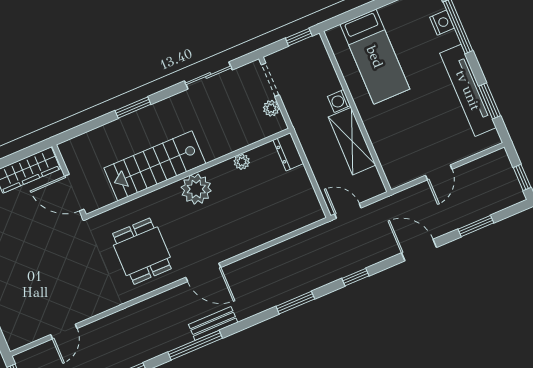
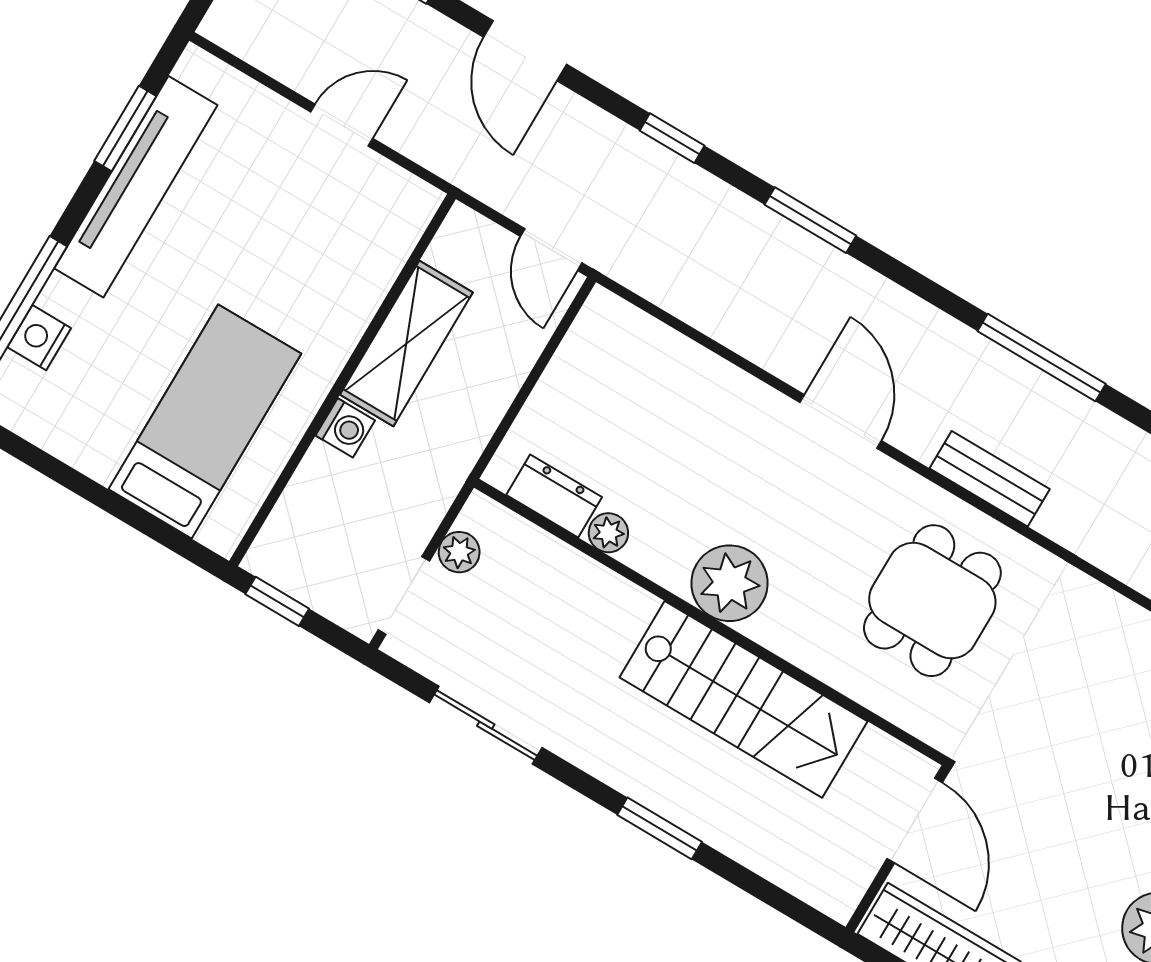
dresser: (288, 152) -> (554, 496), moved, turned -90
door: (203, 272) -> (841, 421), moved
bench: (213, 323) -> (990, 479), moved

